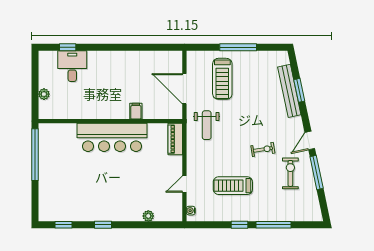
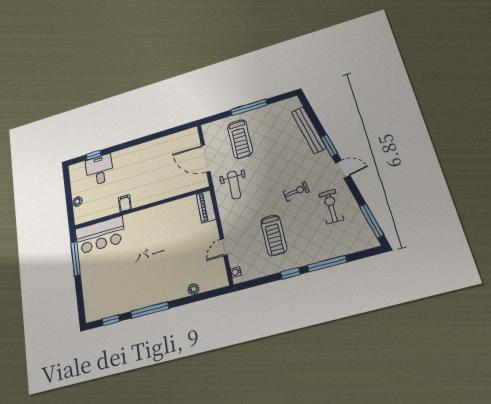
window: (299, 90) -> (329, 145), moved
filing cabinet: (136, 111) -> (125, 203), moved
bar counter: (112, 137) -> (100, 235), moved, width x0.73
door: (310, 141) -> (343, 169), swing flipped
window: (35, 155) -> (76, 259), width x0.68
window: (317, 173) -> (372, 221), moved
treadmill: (233, 186) -> (274, 235), turned -90
window: (103, 225) -> (150, 310), width x2.17

